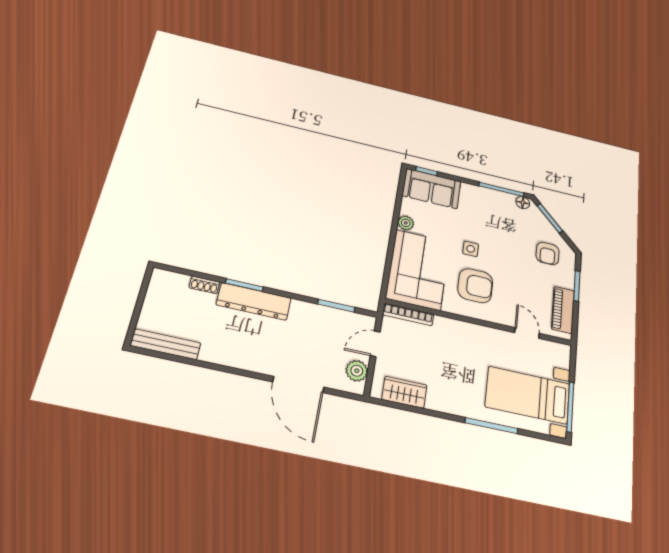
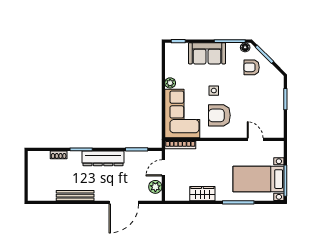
sofa: (432, 189) -> (207, 53), moved
armchair: (548, 253) -> (252, 67), moved, turned 90
armchair: (475, 286) -> (219, 115), turned 180
dresser: (254, 301) -> (103, 158), moved
piano: (563, 310) -> (277, 118), removed
bench: (166, 344) -> (75, 196), moved
door: (298, 384) -> (124, 202), hinge flipped
wardrobe: (404, 392) -> (202, 194), moved

